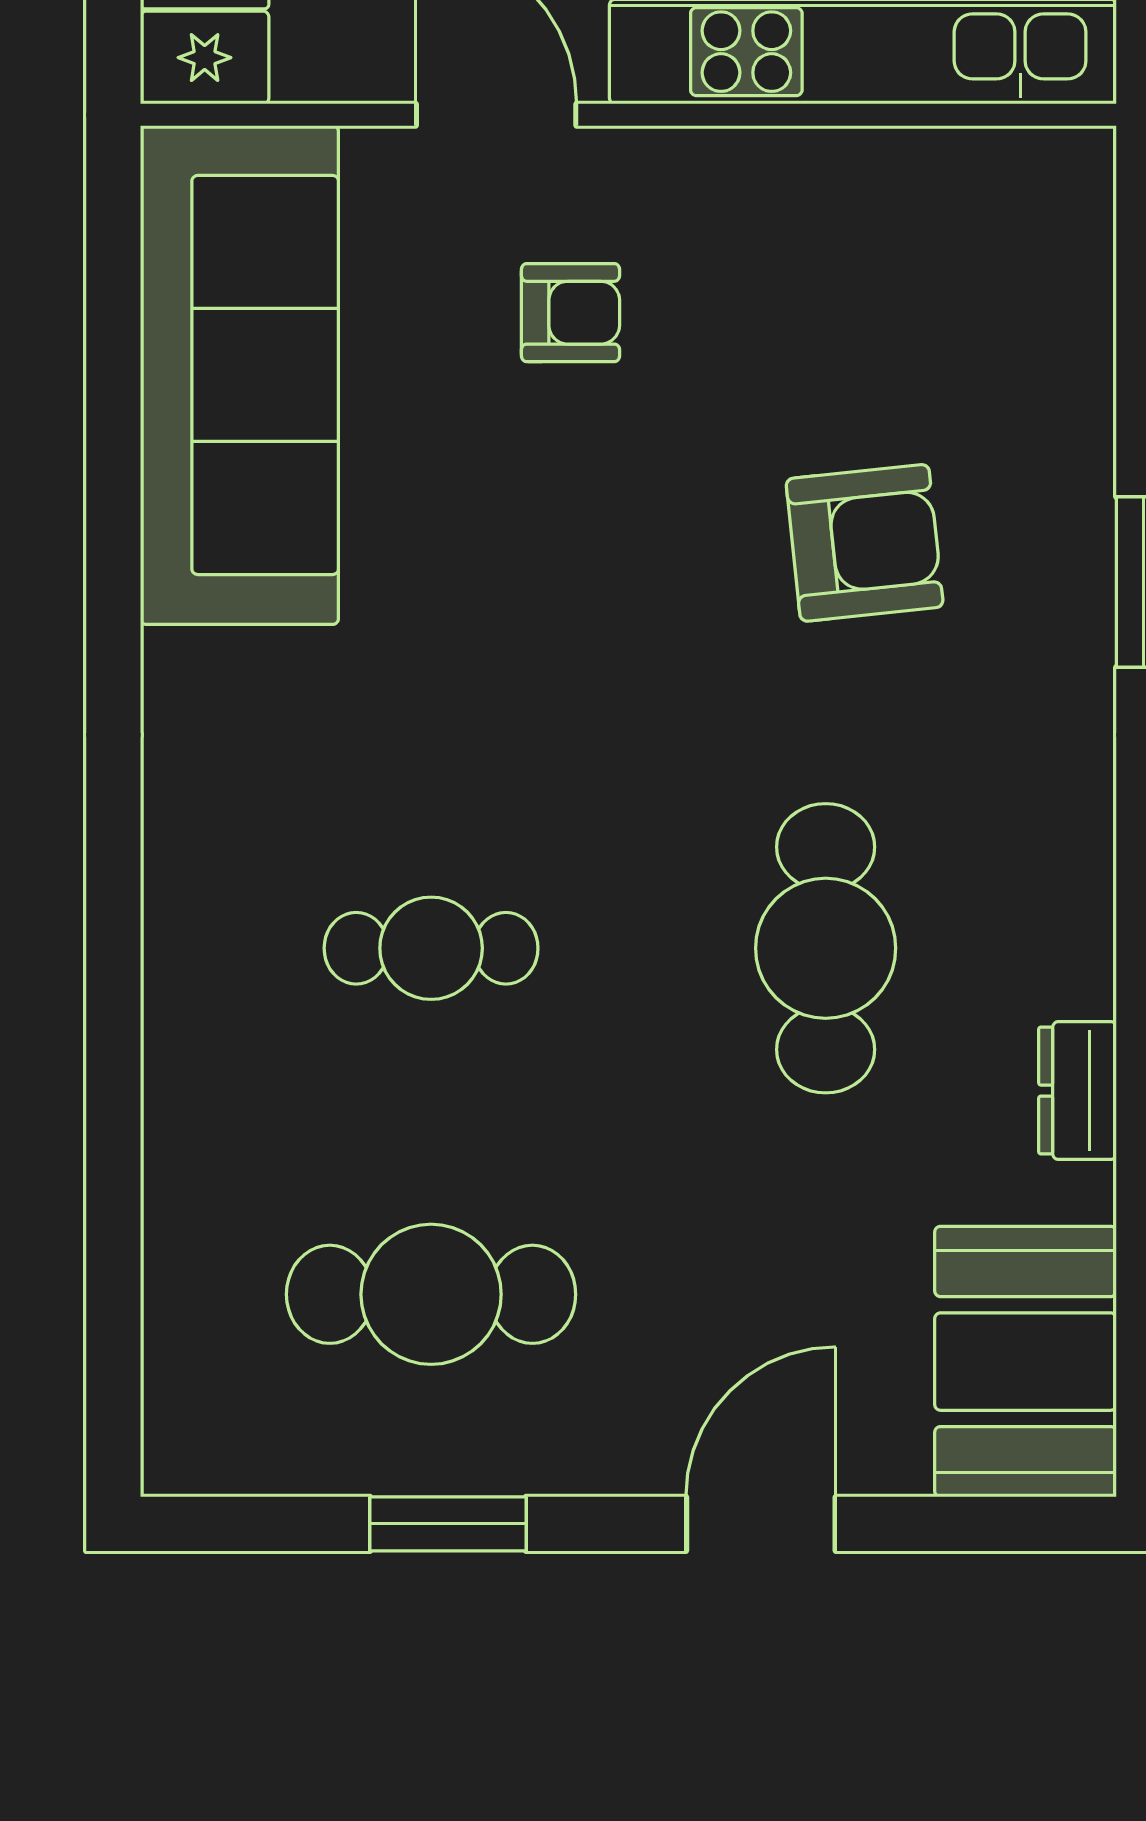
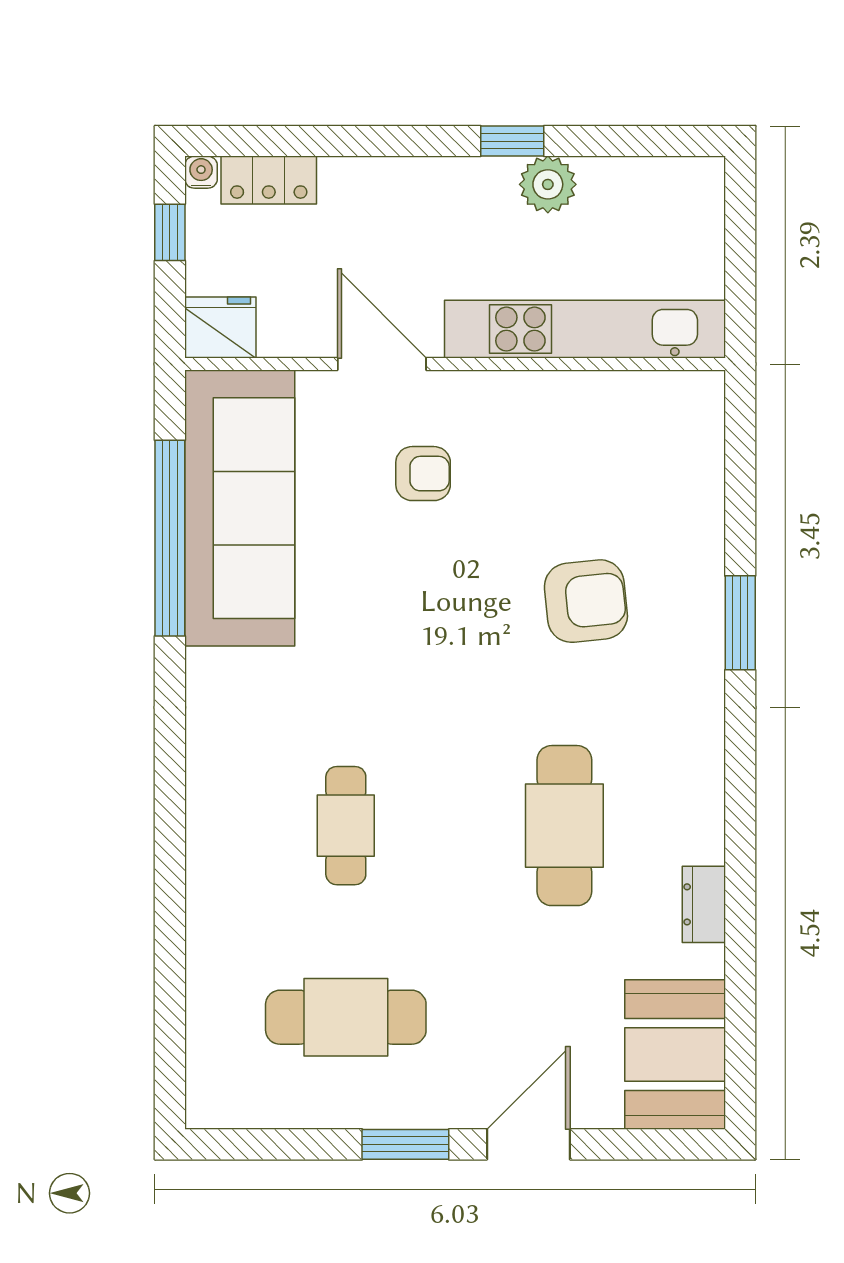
window: (113, 429) -> (170, 538), added
cafe table: (431, 948) -> (346, 826), turned 90
window: (448, 1524) -> (405, 1144), moved

